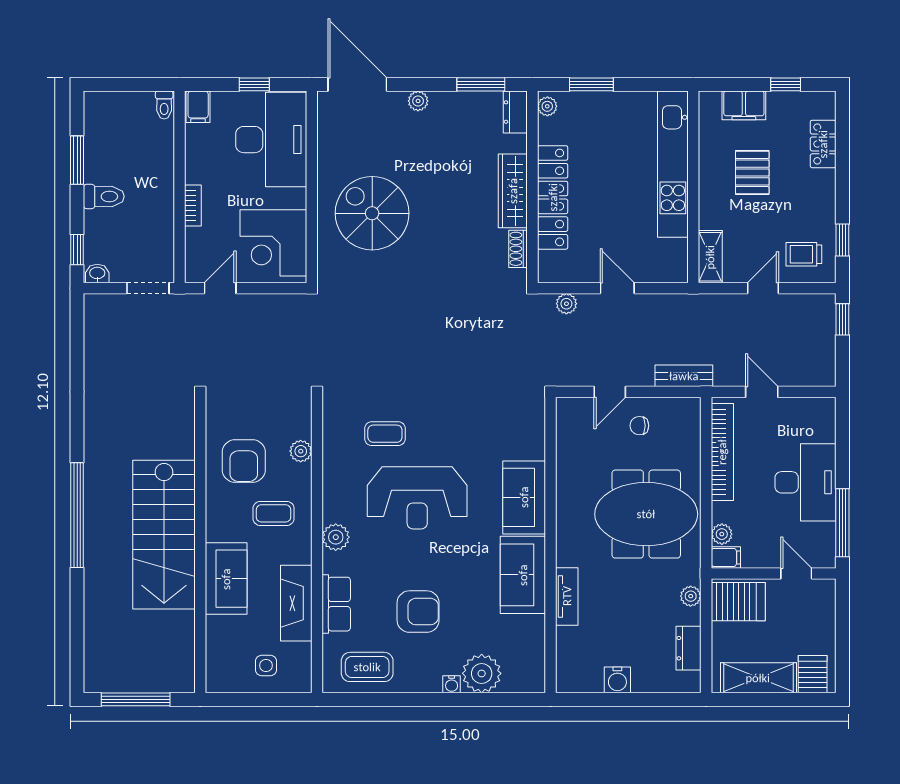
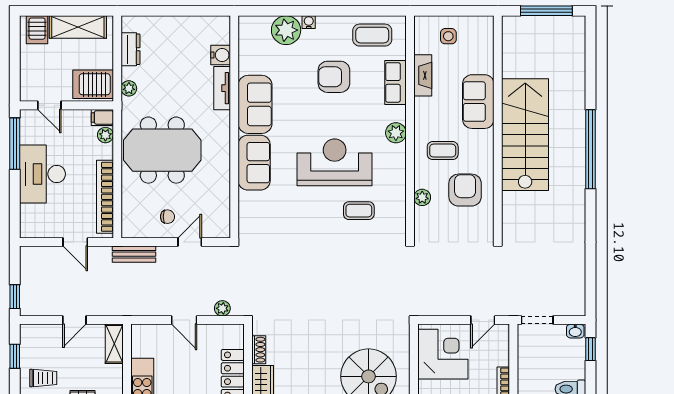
trolley: (804, 254) -> (43, 378), moved
fireplace: (296, 603) -> (423, 75), width x0.73, depth x0.76
water cooler: (617, 680) -> (221, 55), moved, turned 90

